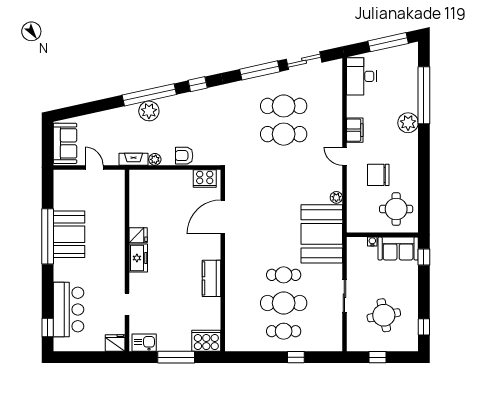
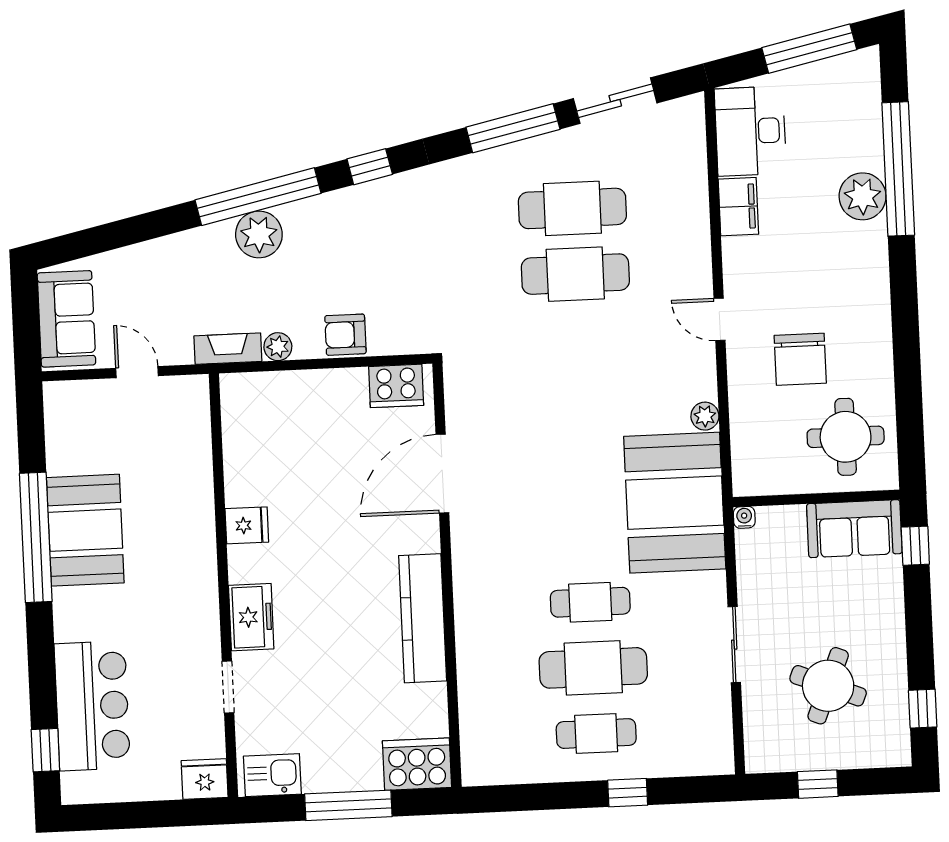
plant: (408, 123) -> (863, 196), moved
filing cabinet: (355, 130) -> (738, 207), moved
chair: (378, 175) -> (800, 359), turned -90
water cooler: (372, 242) -> (744, 517), moved
freezer: (138, 258) -> (251, 617), moved
kitchen counter: (212, 278) -> (423, 618), width x1.50
round table: (384, 315) -> (828, 686), turned 33

